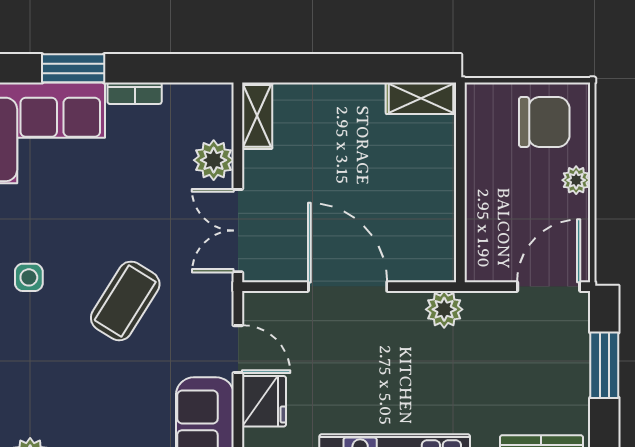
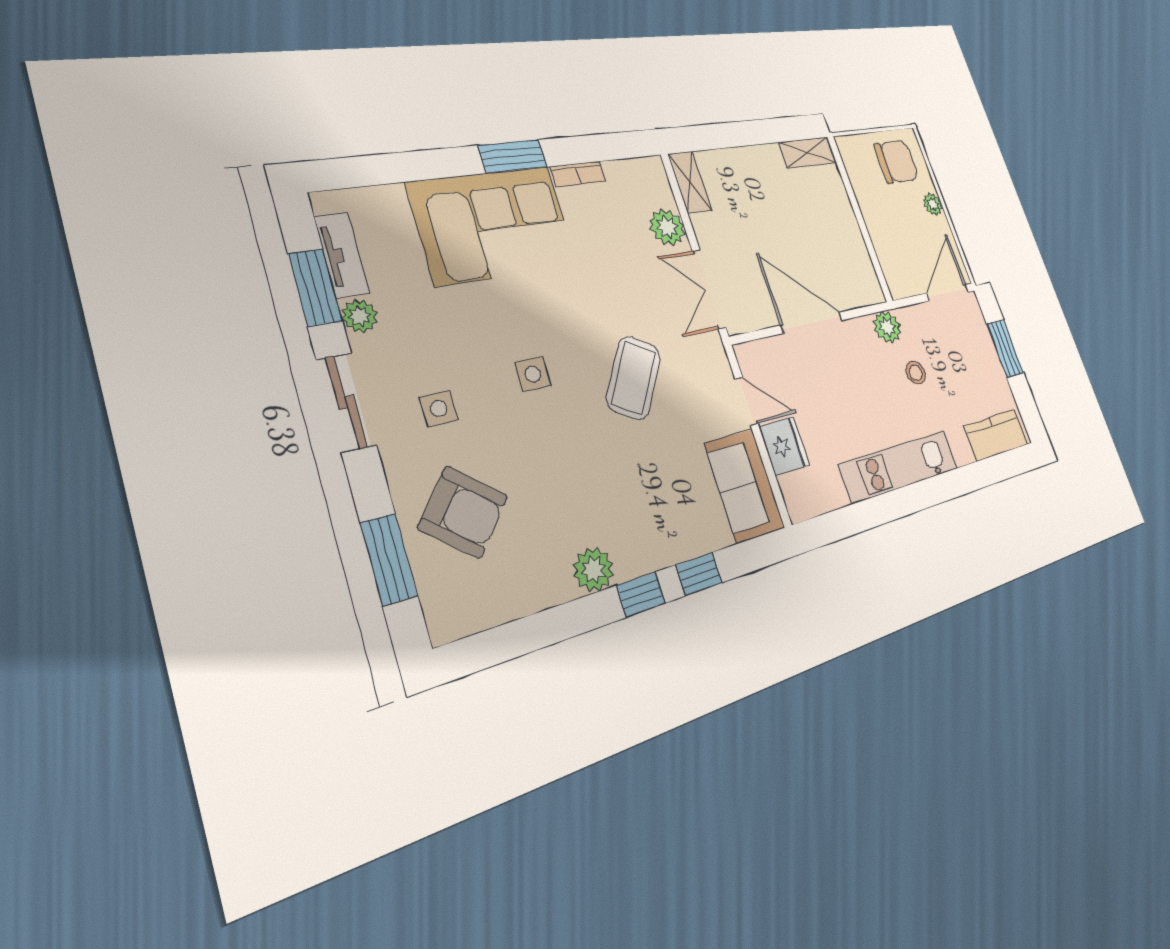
stool: (461, 365) -> (916, 373), added

